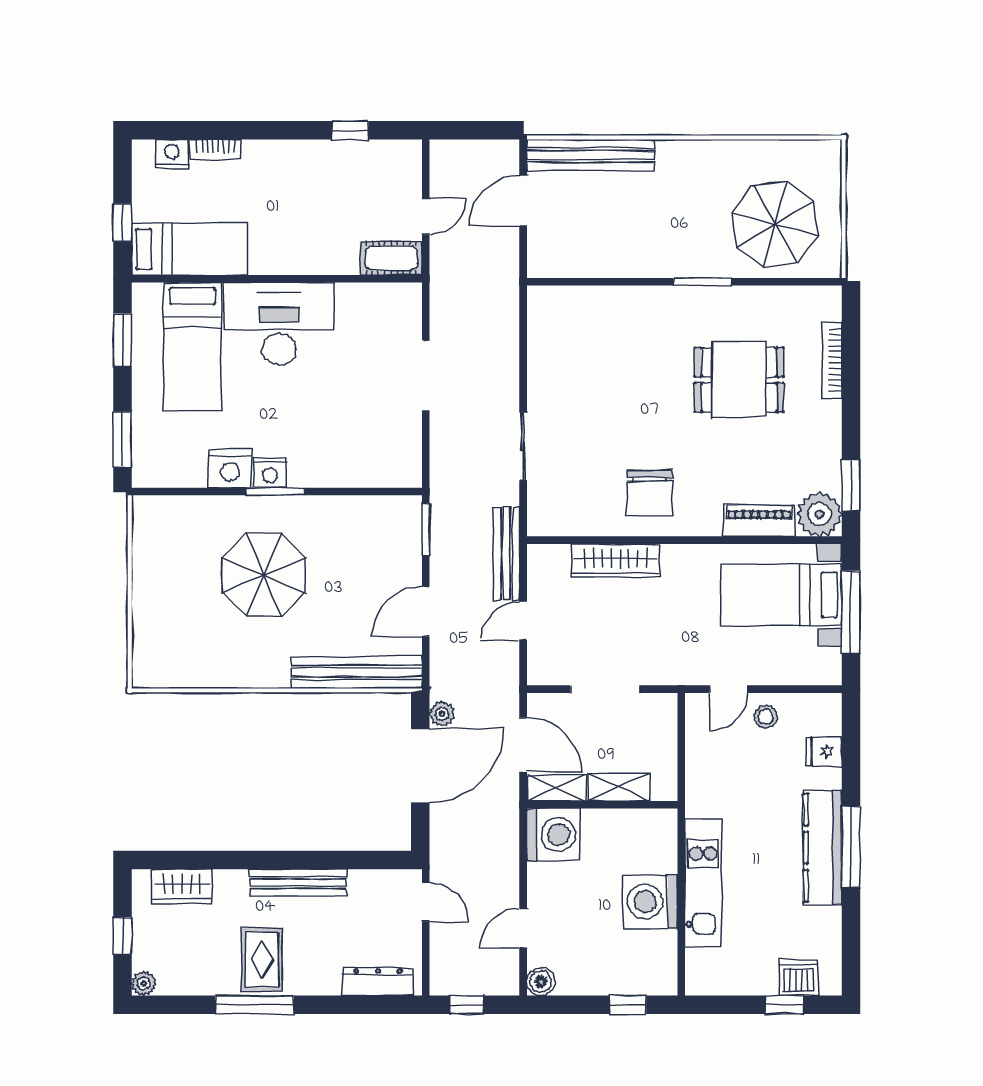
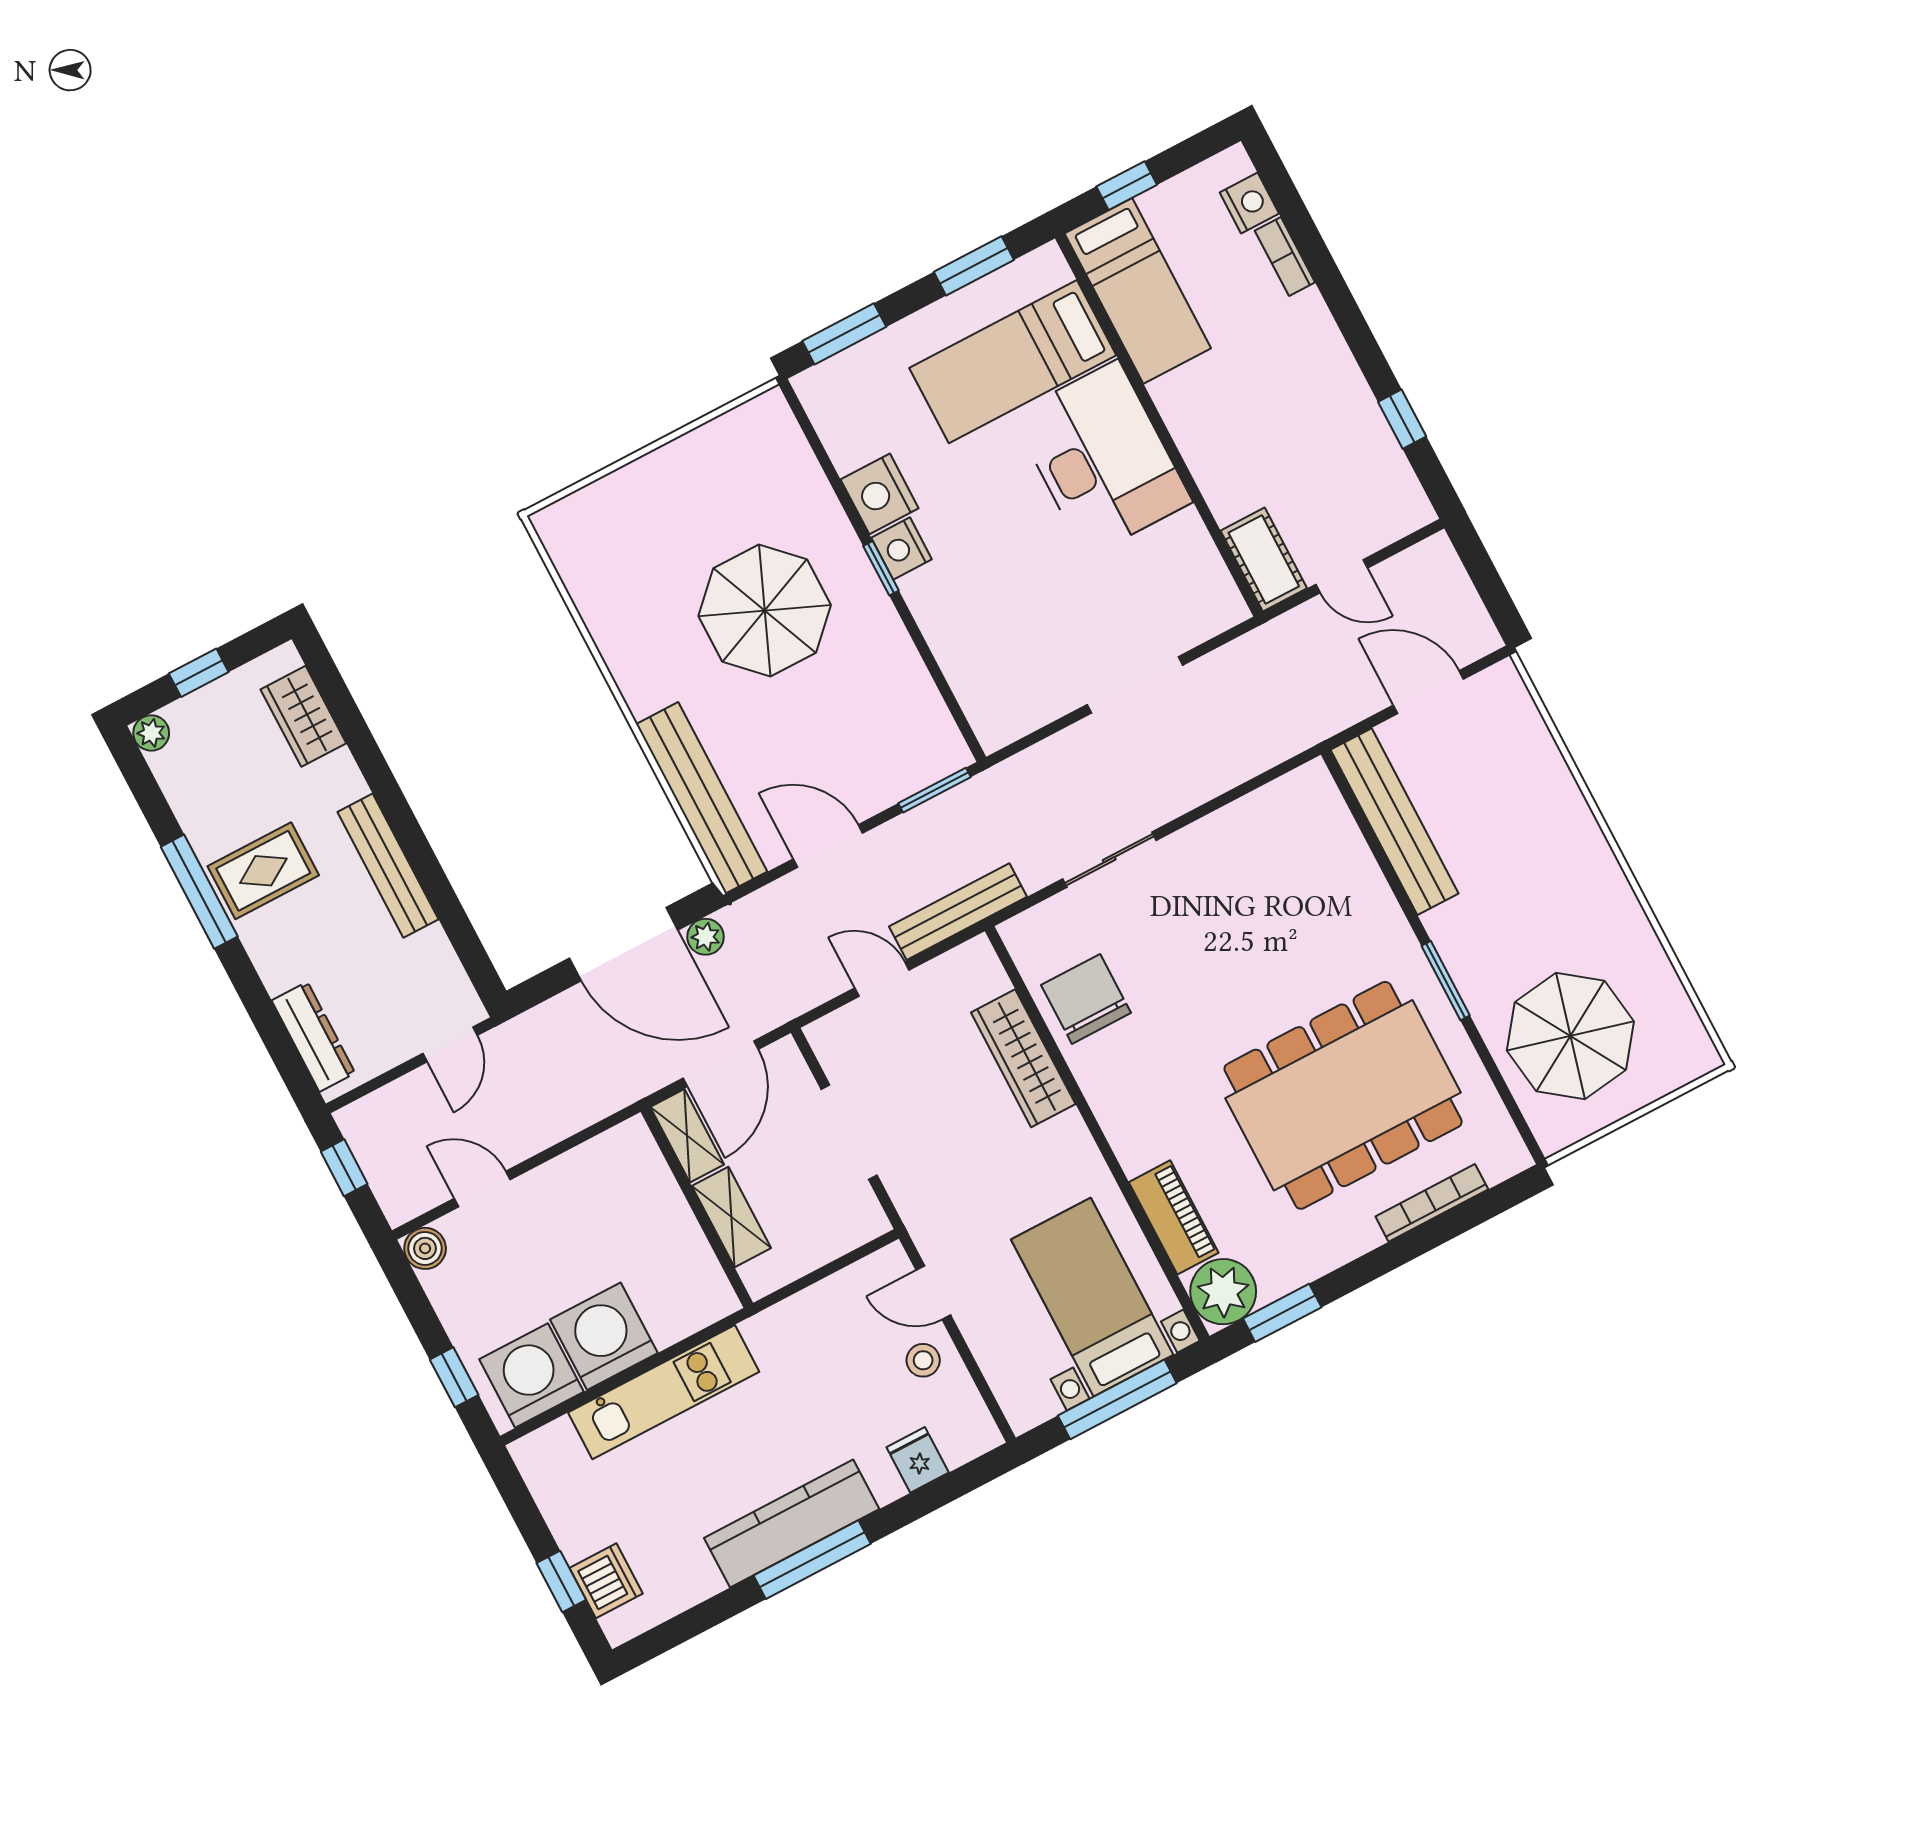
bench: (590, 155) -> (1395, 822), moved
dining table: (739, 380) -> (1343, 1095), width x1.88, depth x1.24
window: (275, 491) -> (881, 568), width x0.67
chair: (650, 493) -> (1086, 999), moved, turned 90
washing machine: (553, 835) -> (532, 1376), moved, turned 180

